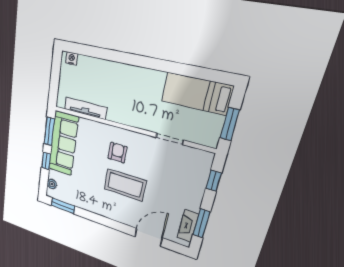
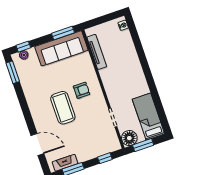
floor lamp: (208, 135) -> (129, 138), added
window: (46, 161) -> (23, 47), moved

